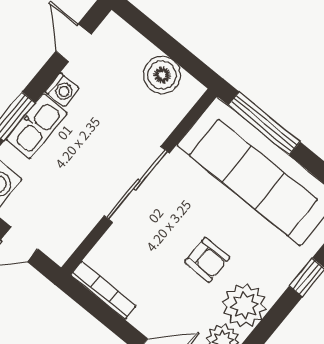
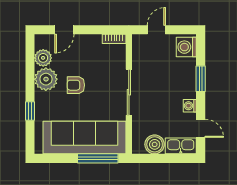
kitchen sink: (36, 126) -> (181, 146), moved, turned 90
bookcase: (103, 290) -> (114, 39), width x0.64

